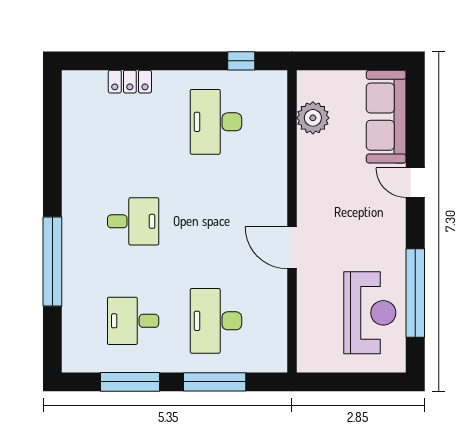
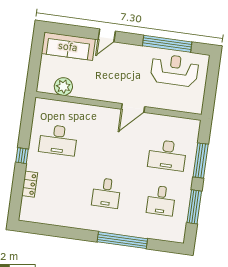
window: (241, 61) -> (22, 156), moved
desk: (133, 221) -> (106, 193), turned 180

